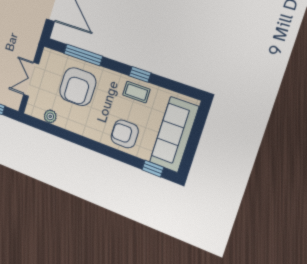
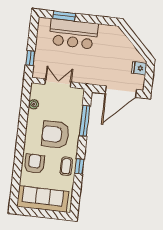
armchair: (78, 87) -> (55, 135), moved
window: (153, 169) -> (15, 189), removed

